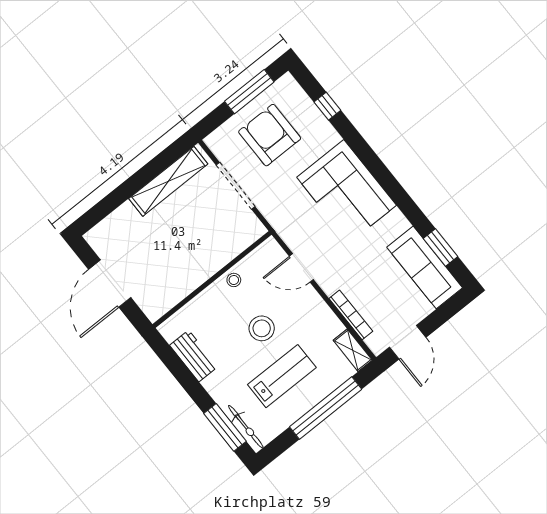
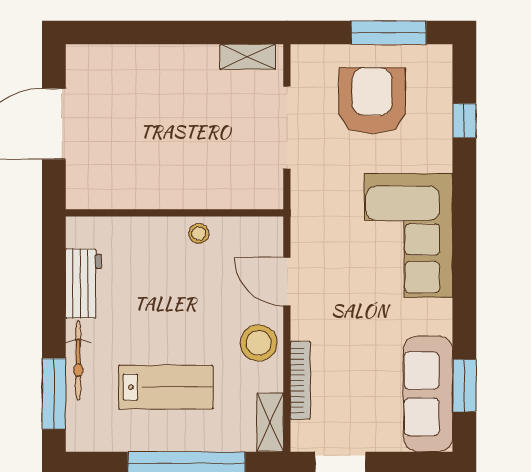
shelving: (168, 181) -> (248, 57), width x0.45, depth x0.75
stool: (262, 328) -> (259, 343), moved
bicycle: (246, 427) -> (78, 360), moved

